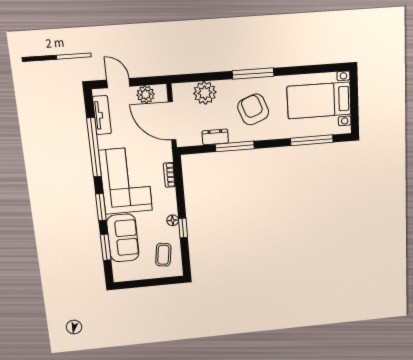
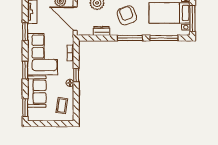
window: (354, 107) -> (192, 19), added
window: (235, 146) -> (130, 38), moved
window: (94, 147) -> (25, 31), width x0.47
window: (183, 228) -> (76, 75), moved
window: (106, 247) -> (25, 108), moved

